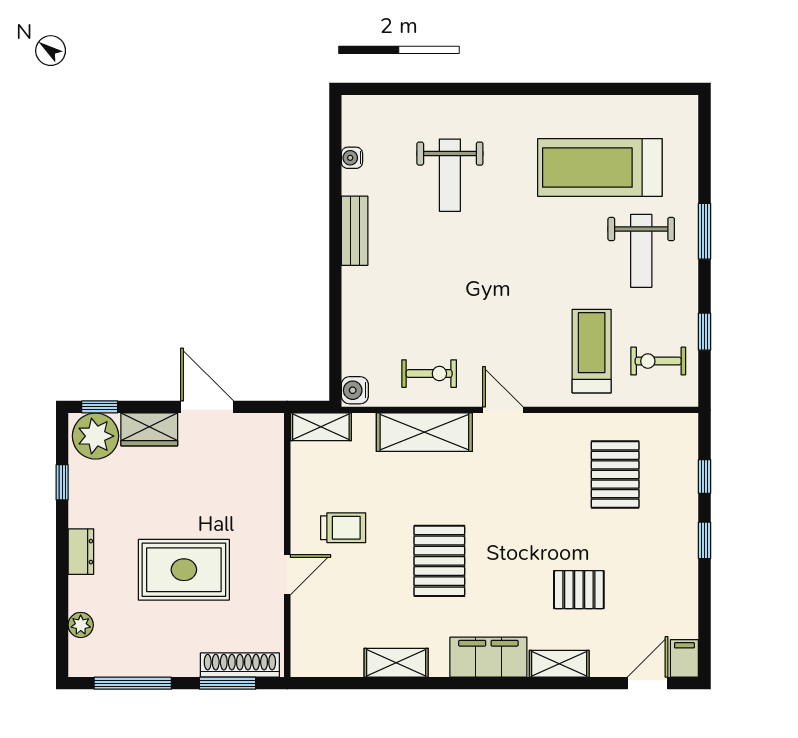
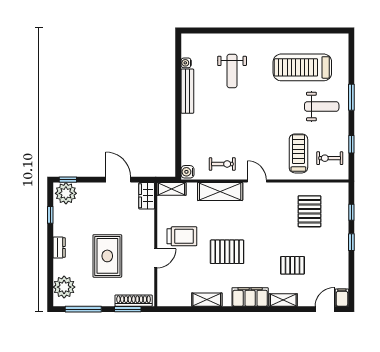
bench: (355, 231) -> (187, 91), width x1.36
weight bench: (641, 251) -> (322, 106), turned -90
wardrobe: (149, 429) -> (147, 196), moved, turned 90
trolley: (343, 528) -> (182, 236), width x1.36, depth x1.39
pallet: (439, 561) -> (227, 252), turned 90
rug: (184, 570) -> (107, 256), turned 90
plant: (81, 625) -> (64, 287), width x1.87, depth x1.87

